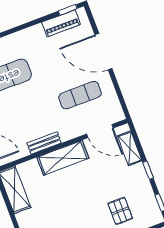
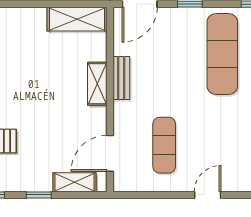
door: (103, 52) -> (208, 195), width x0.53
shelving: (63, 158) -> (97, 84), width x0.67, depth x0.75

